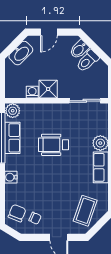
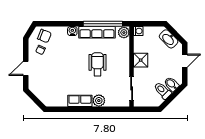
door: (49, 32) -> (185, 61), swing flipped
washing machine: (32, 92) -> (138, 31), moved
row of seats: (12, 138) -> (97, 32), width x1.48
coffee table: (85, 211) -> (46, 89), removed

